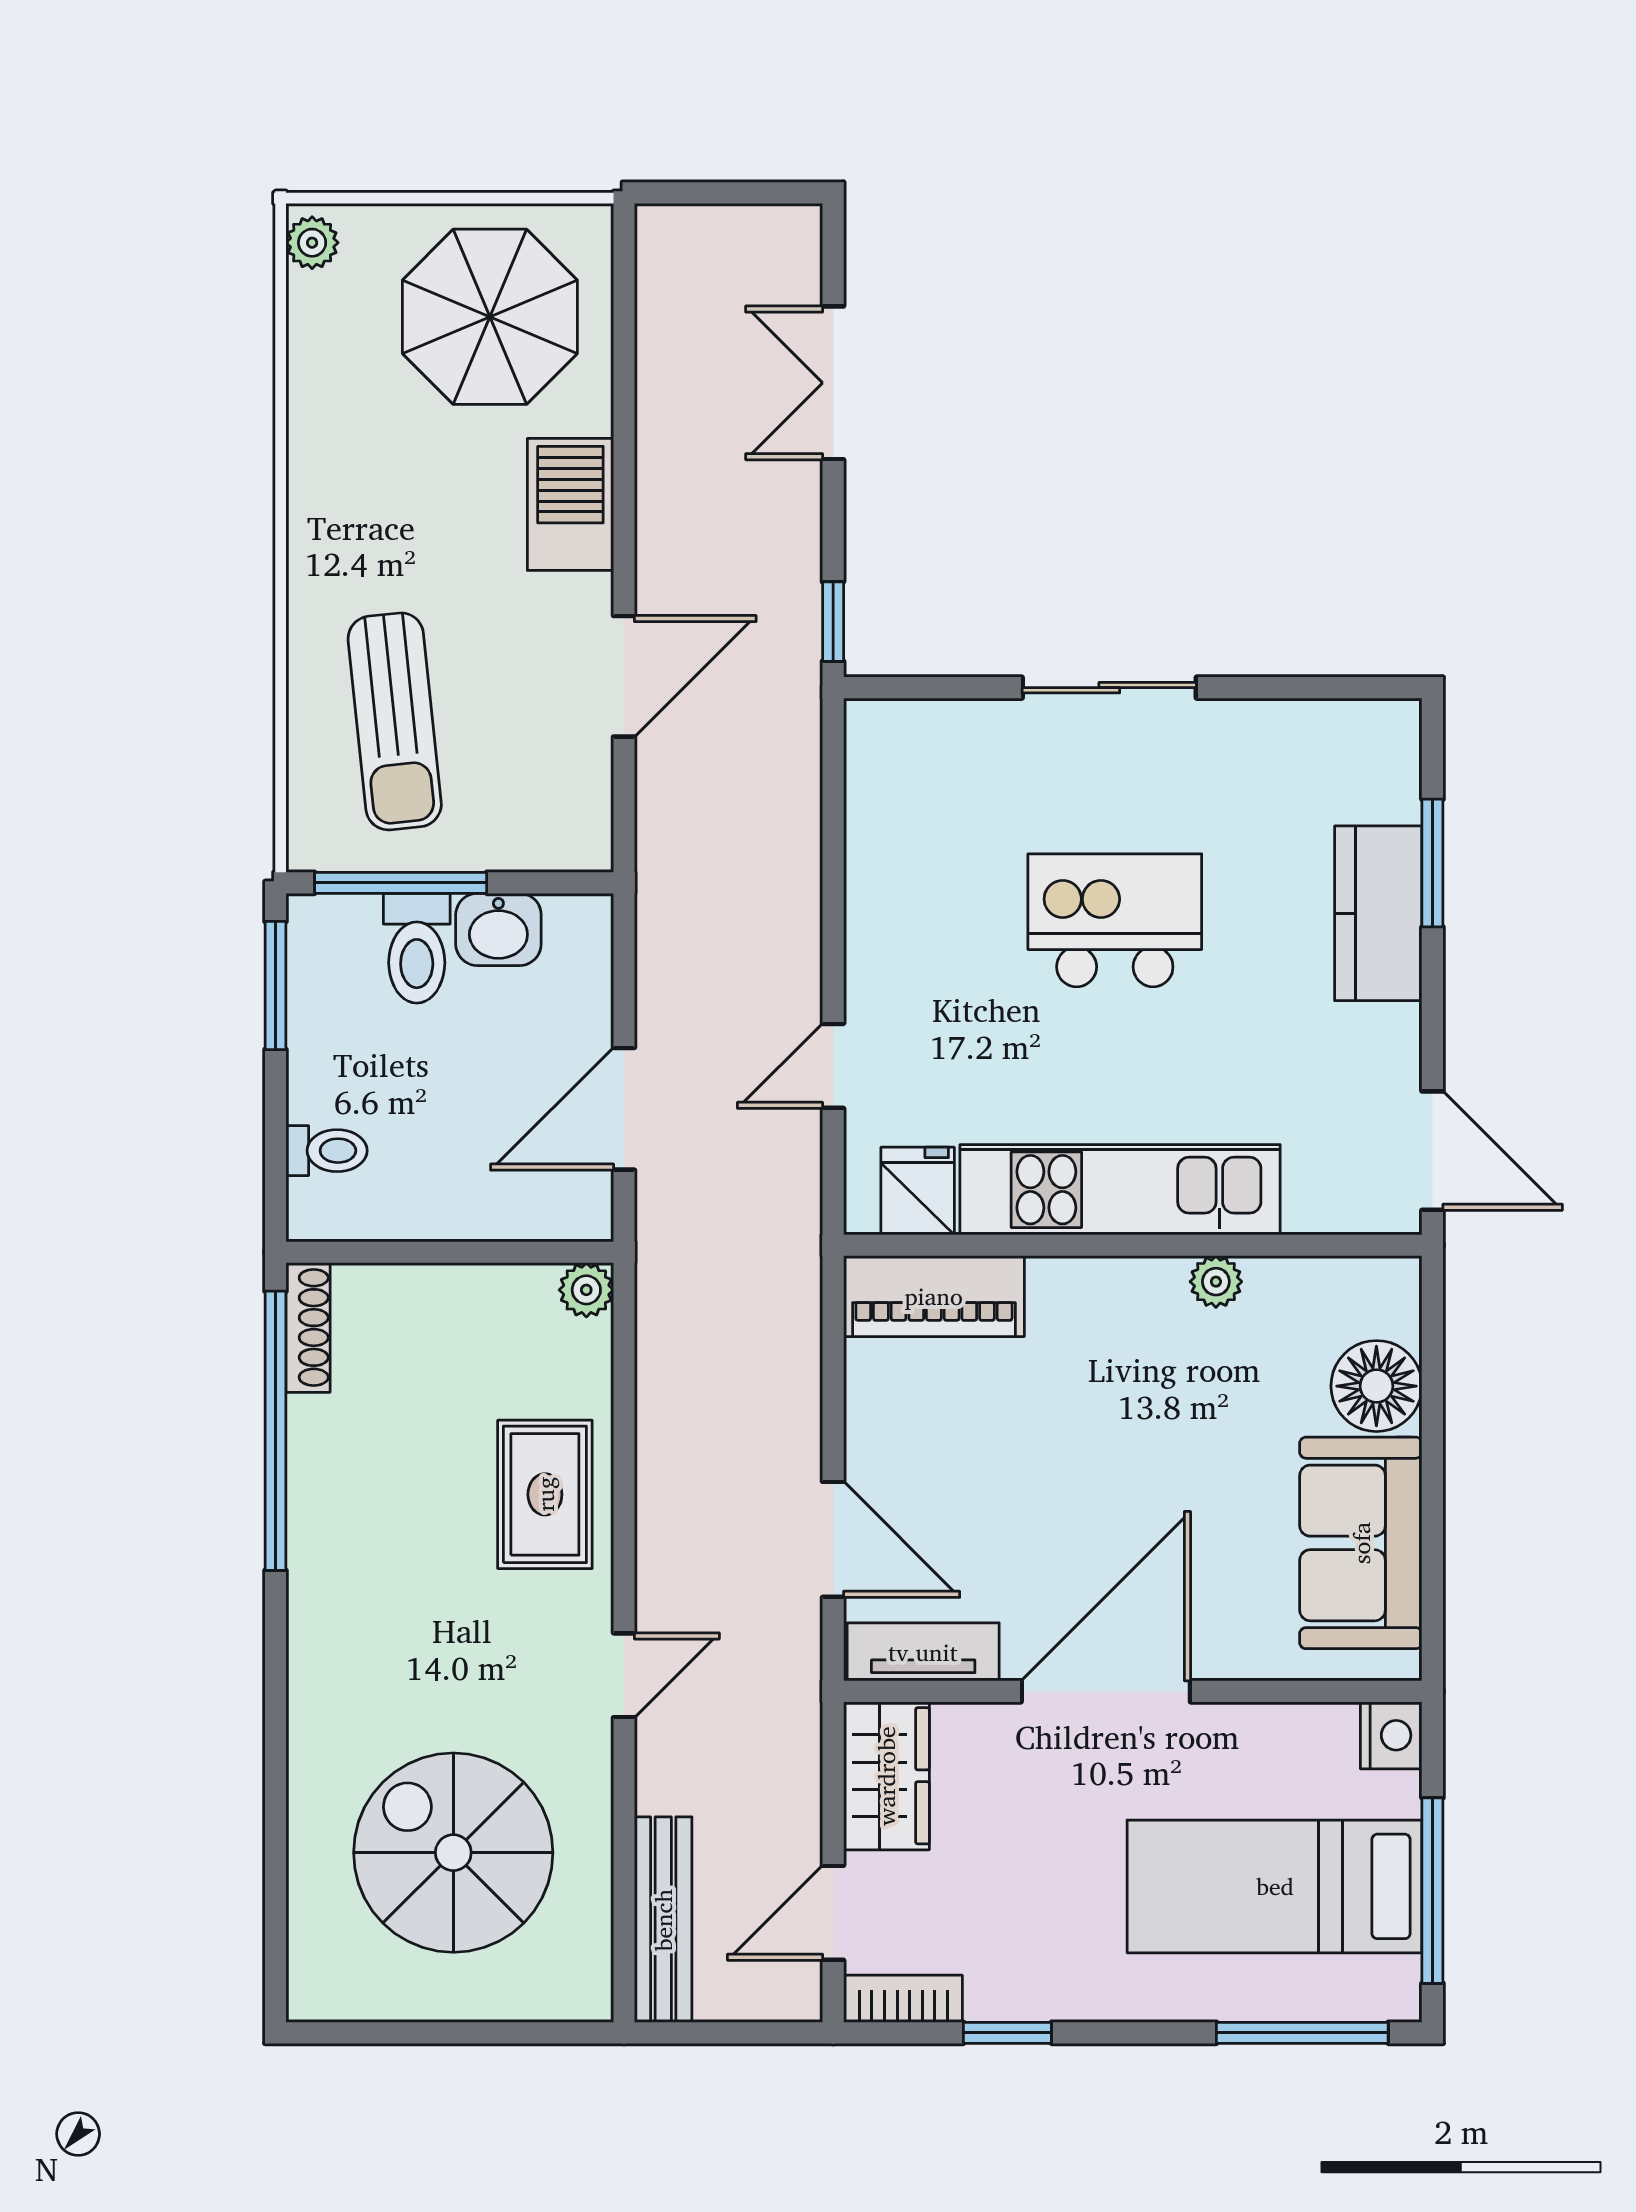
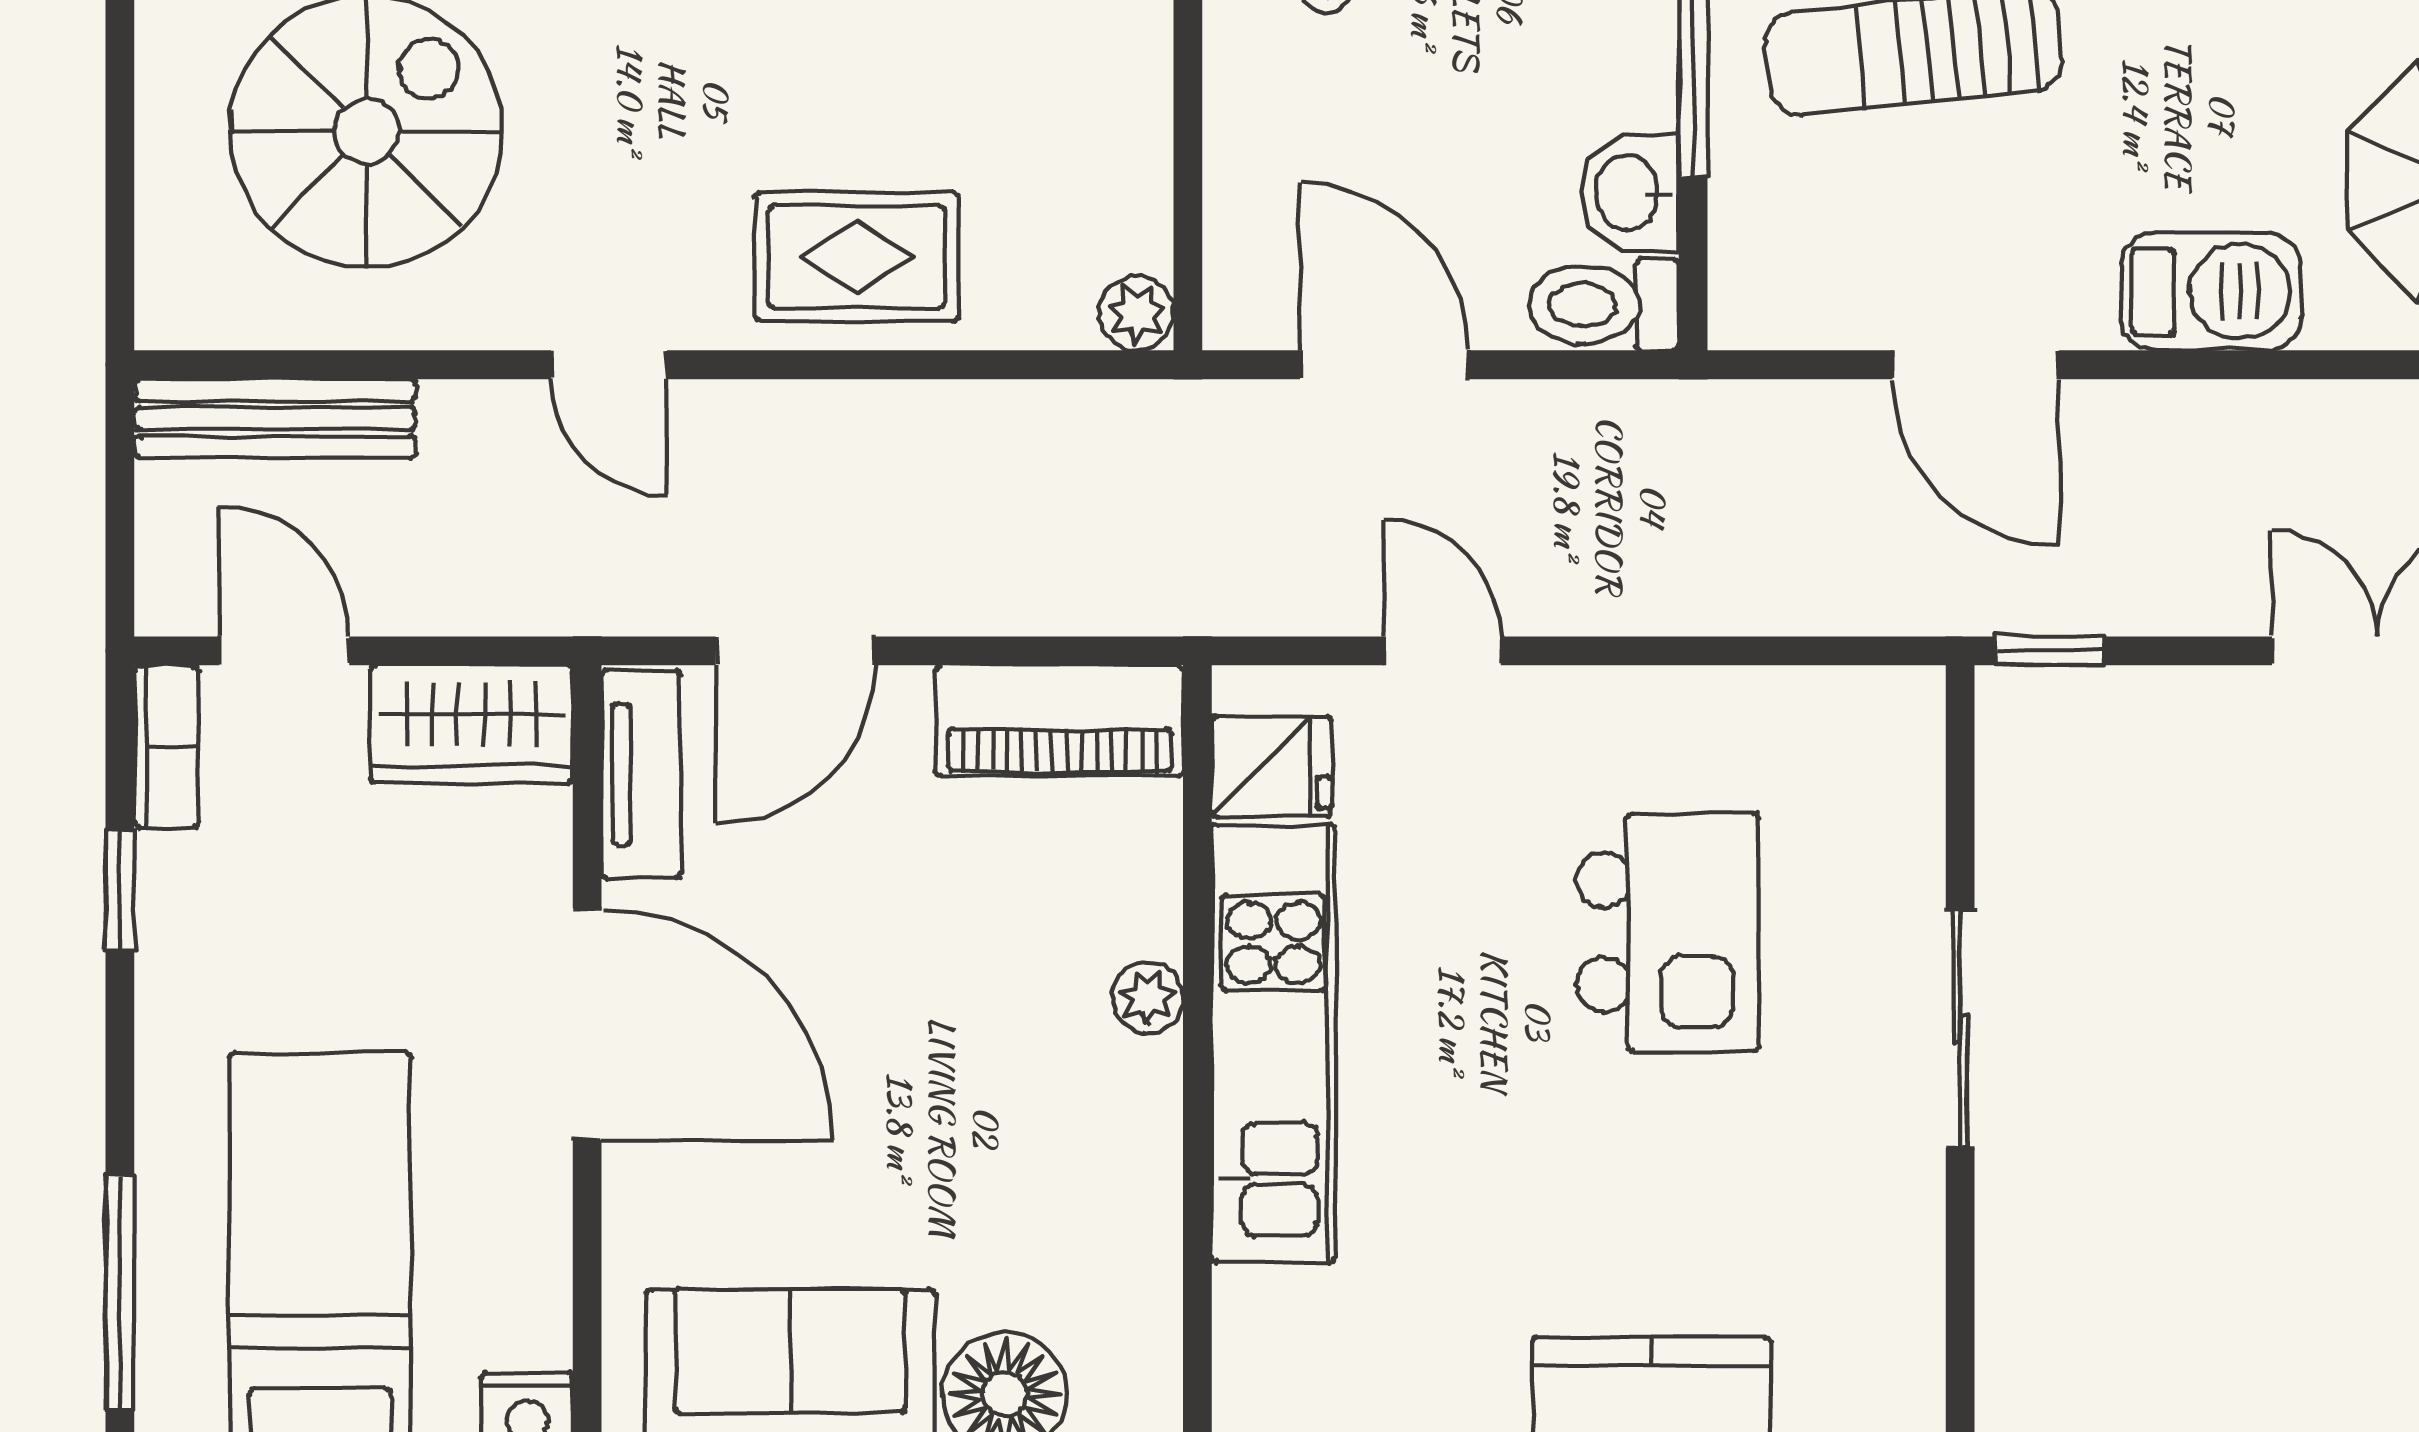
kitchen island: (1115, 920) -> (1668, 932), moved
toilet: (417, 948) -> (1604, 305), moved
plant: (1216, 1282) -> (1148, 998), moved
piano: (934, 1296) -> (1059, 720), moved, turned -90

